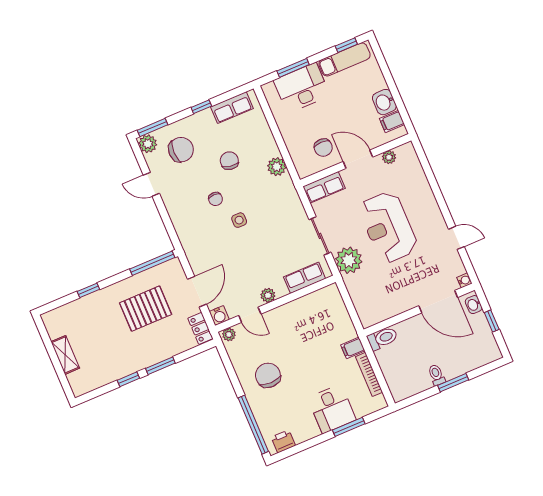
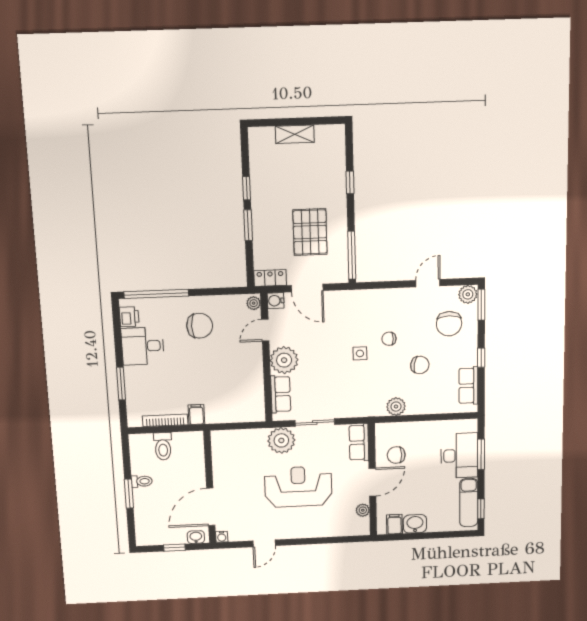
plant: (268, 295) -> (284, 360), width x1.87, depth x1.87
toilet: (383, 338) -> (163, 446), moved
desk: (332, 409) -> (143, 346), moved

